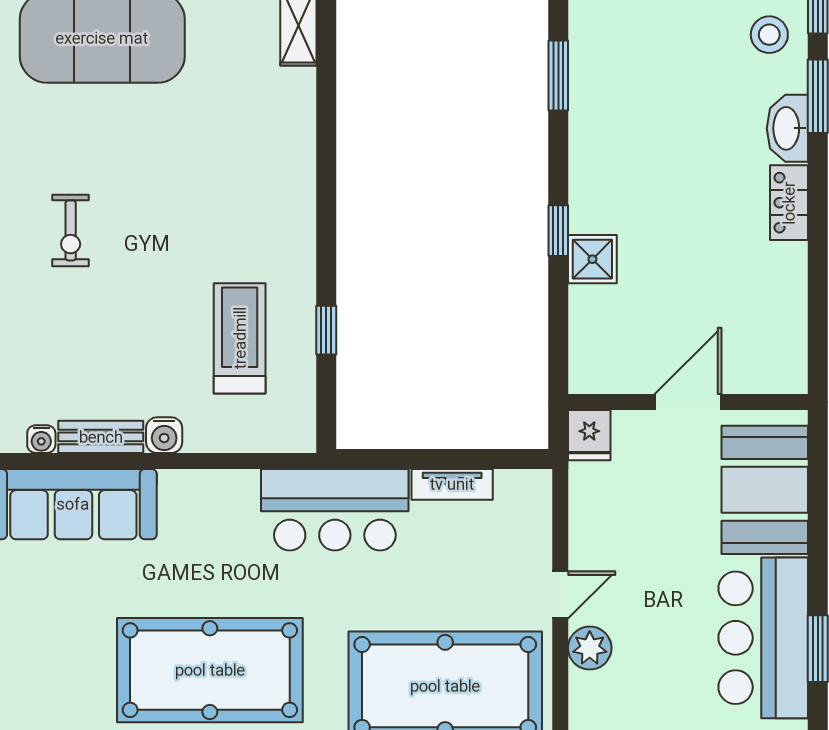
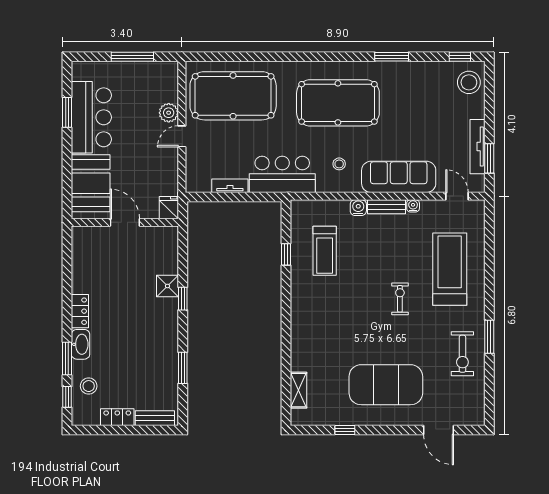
door: (688, 402) -> (125, 222), swing flipped
stool: (207, 533) -> (339, 164), added

